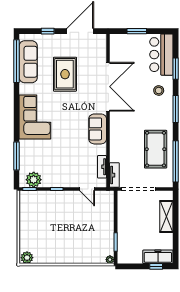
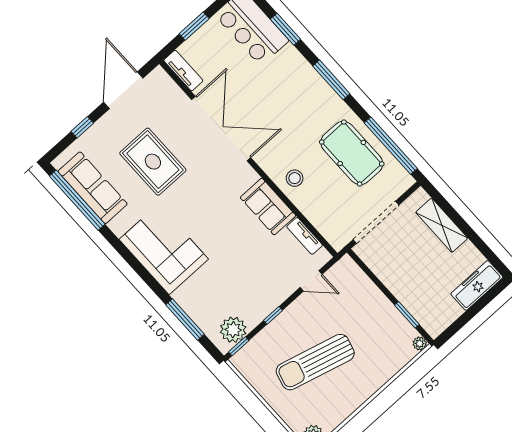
stool: (159, 91) -> (295, 178), moved
sofa: (98, 129) -> (268, 207), moved
tv unit: (114, 175) -> (183, 71), moved
sun lounger: (57, 226) -> (315, 362), added
window: (156, 266) -> (486, 300), removed

